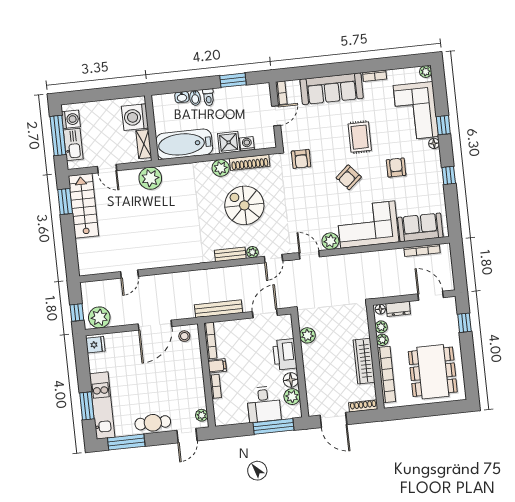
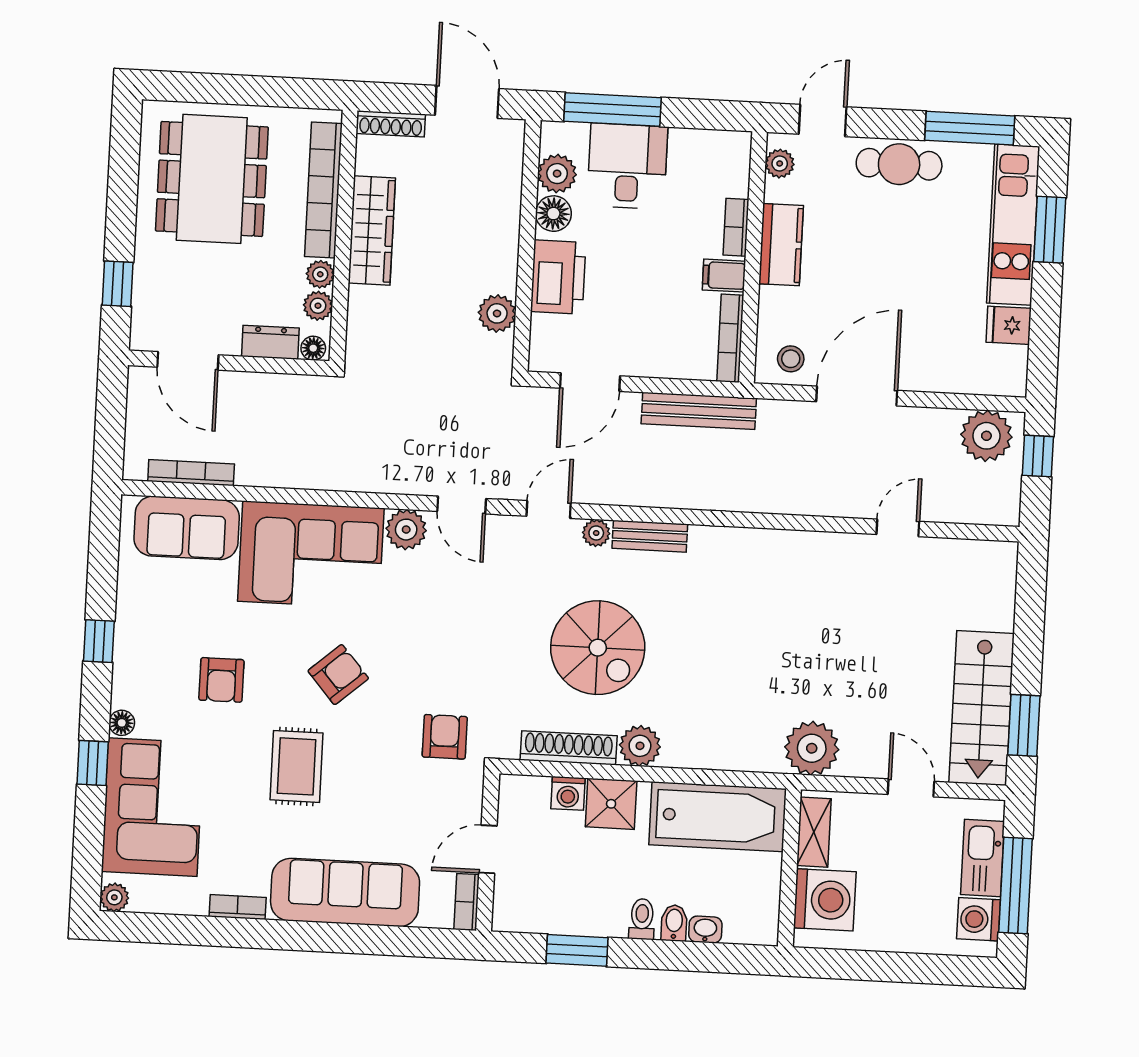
fridge: (95, 345) -> (1009, 325), moved
kitchen counter: (196, 382) -> (781, 245), added

